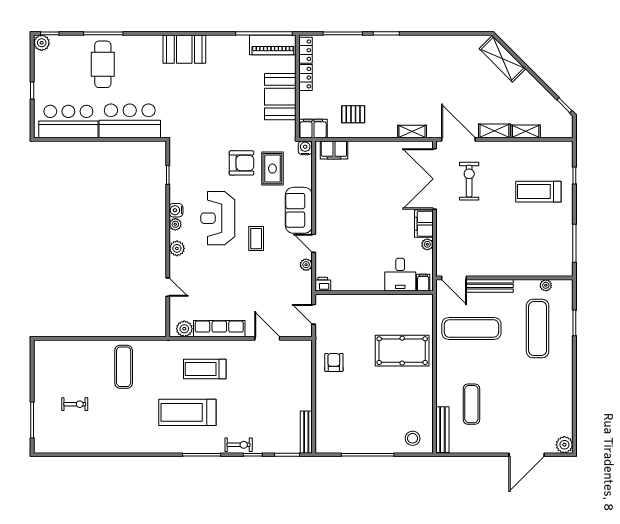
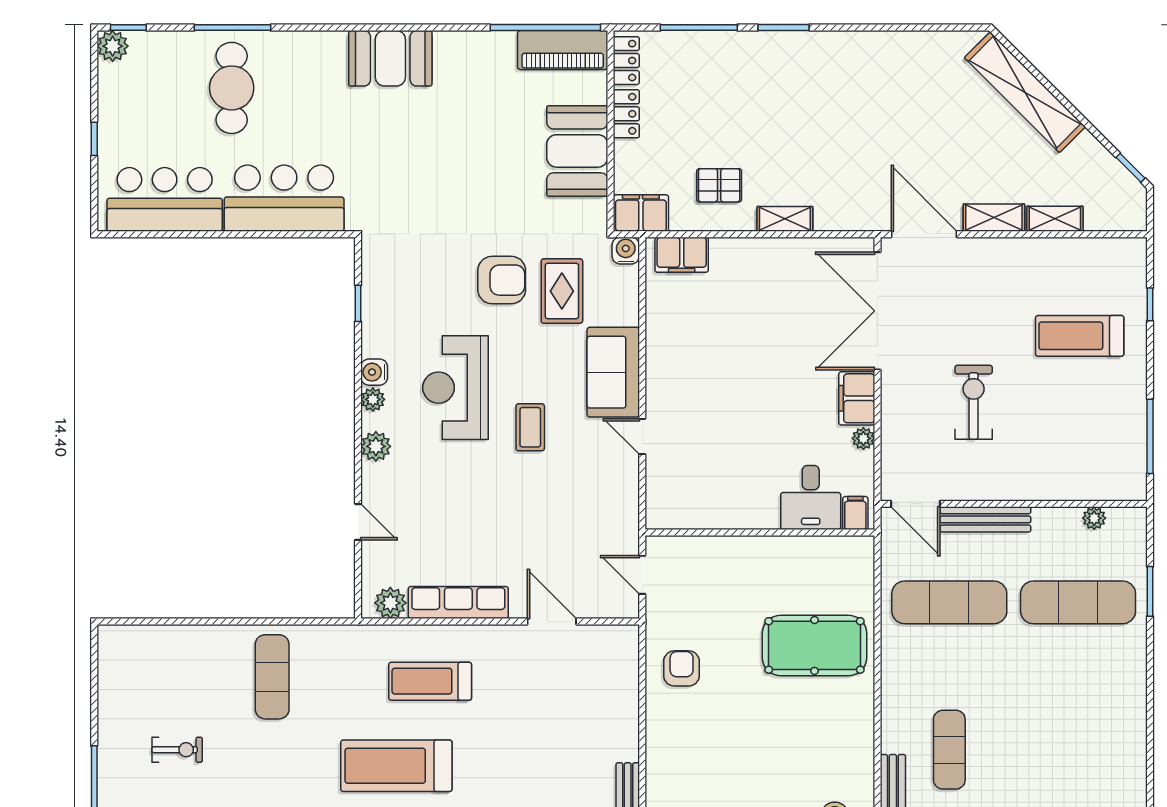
shelving: (502, 59) -> (1025, 92), width x1.47
shelving: (412, 132) -> (785, 219), moved
exercise bike: (469, 181) -> (974, 402), moved
plant: (306, 265) -> (627, 478), removed
printer: (323, 284) -> (660, 516), removed
exercise mat: (538, 329) -> (1078, 602), turned 90

